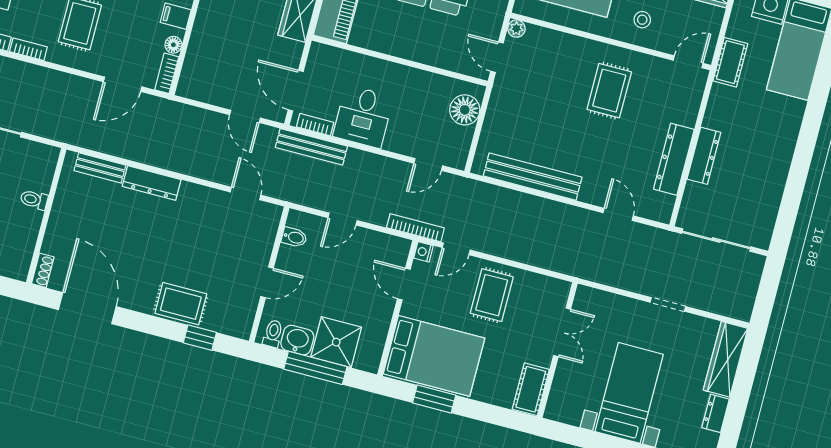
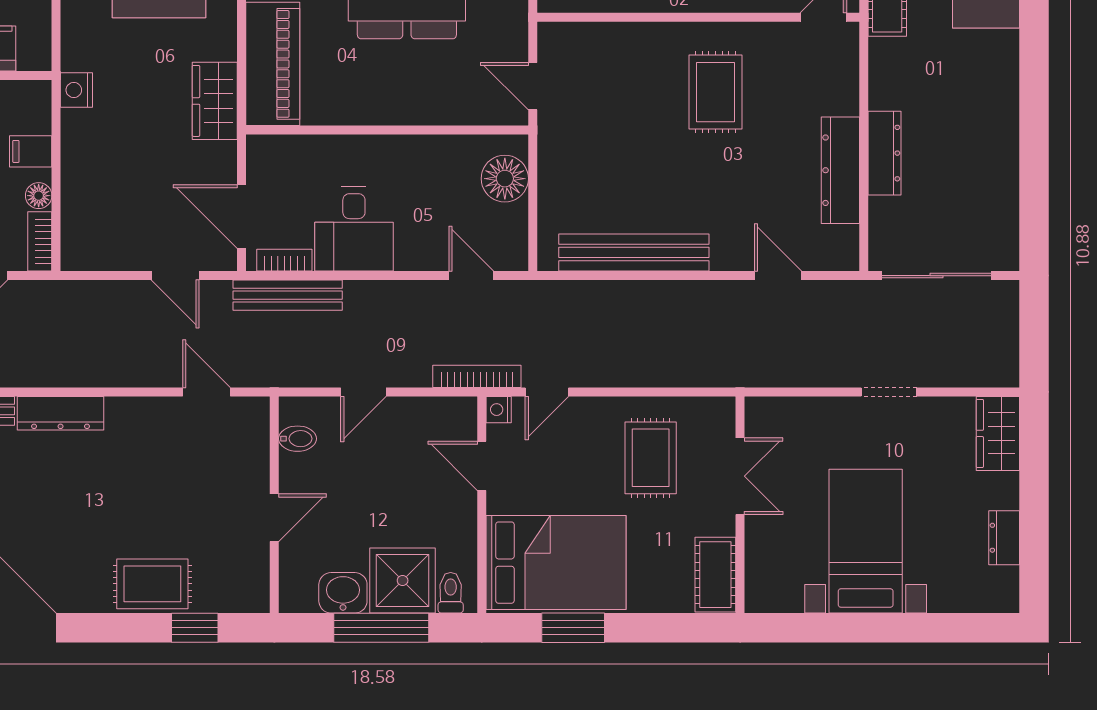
plant: (516, 29) -> (551, 35), removed
door: (428, 164) -> (471, 276), swing flipped
rug: (492, 295) -> (651, 458), moved
toilet: (273, 334) -> (451, 593), moved
wardrobe: (726, 359) -> (998, 433), width x0.67

